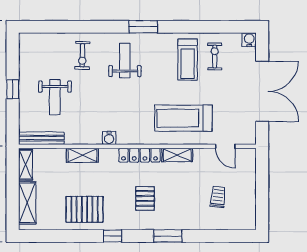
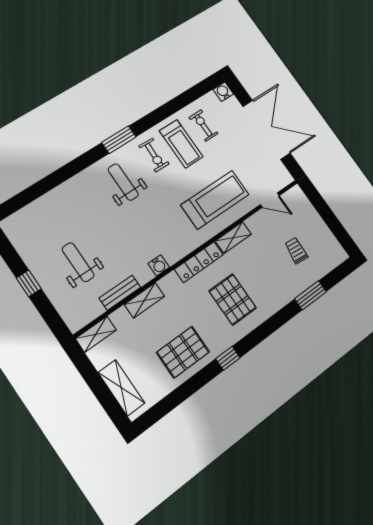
exercise bike: (82, 55) -> (154, 155), moved
weight bench: (55, 97) -> (78, 262), turned 180
treadmill: (184, 118) -> (215, 200), turned 180
bench: (41, 138) -> (120, 293), moved, width x0.73
shelving: (26, 165) -> (96, 334), moved, turned 90
pallet: (145, 198) -> (233, 299), width x1.50, depth x1.42
window: (168, 236) -> (310, 295), moved

